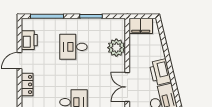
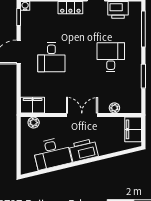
plant: (116, 48) -> (114, 108), width x0.53, depth x0.53
double door: (127, 87) -> (82, 115), moved

